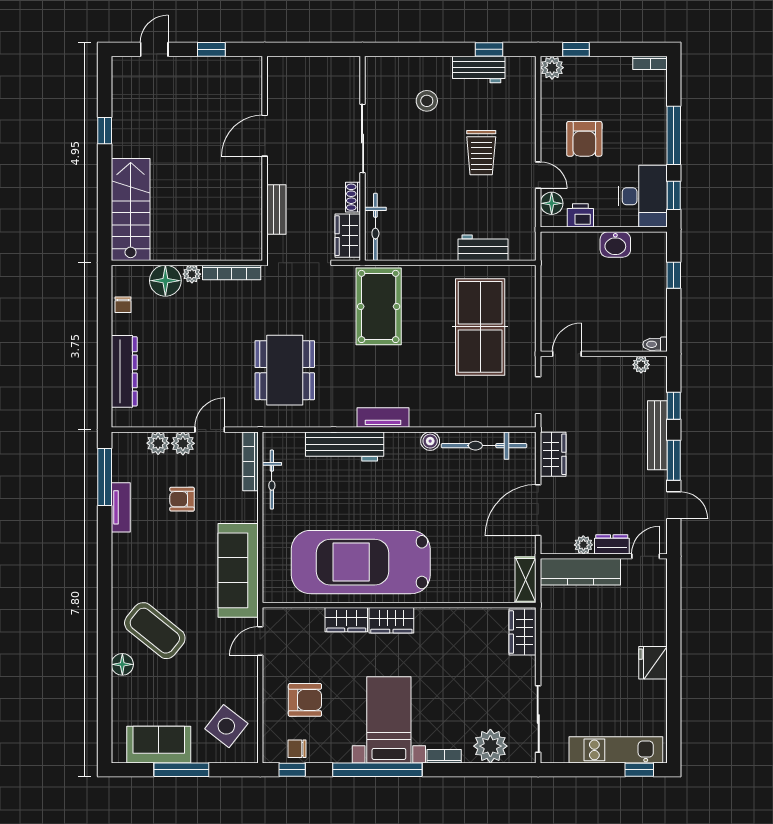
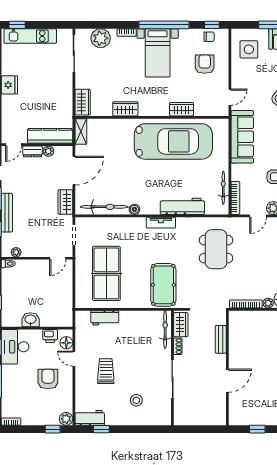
workbench: (479, 69) -> (90, 418), moved
wardrobe: (391, 620) -> (125, 109), moved
armchair: (305, 700) -> (205, 64), turned 90
side table: (226, 726) -> (249, 49), turned -38

